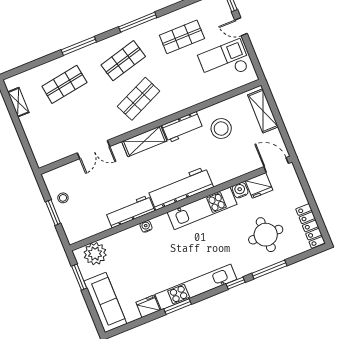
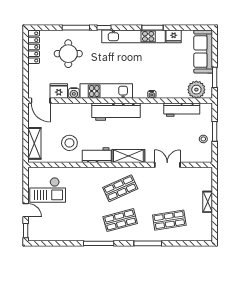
shop shelf: (182, 37) -> (71, 220), removed
shelving: (18, 102) -> (208, 202), moved
workbench: (130, 212) -> (182, 110), moved

